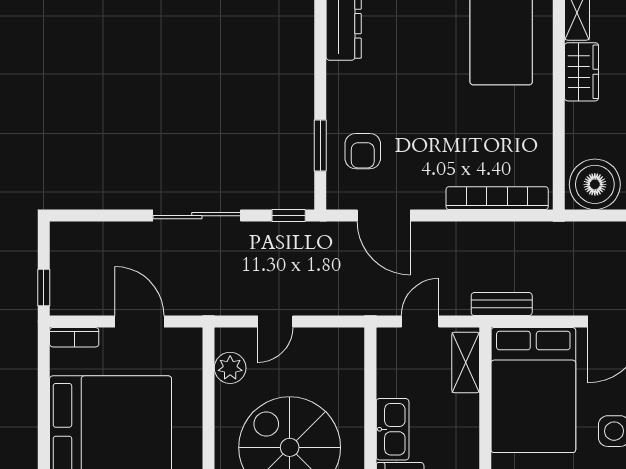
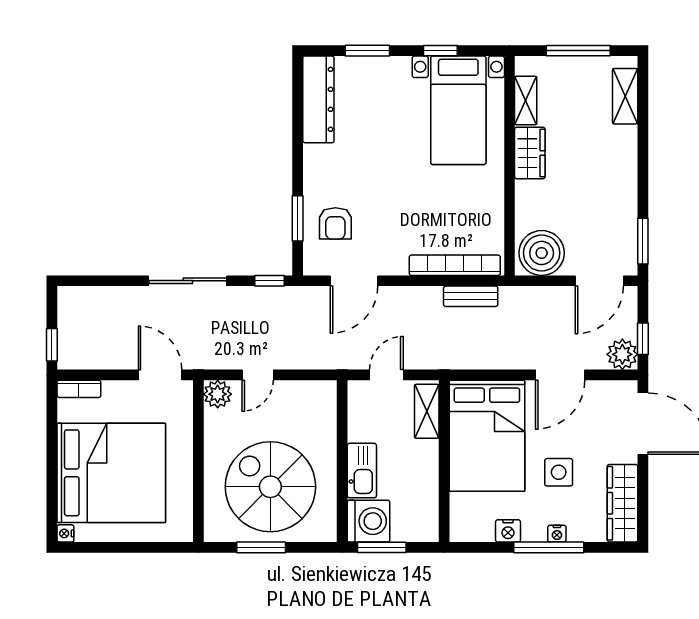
door: (384, 216) -> (354, 281), hinge flipped
bench: (502, 304) -> (471, 296), moved
door: (140, 322) -> (160, 375), moved
plant: (230, 368) -> (218, 394), moved

